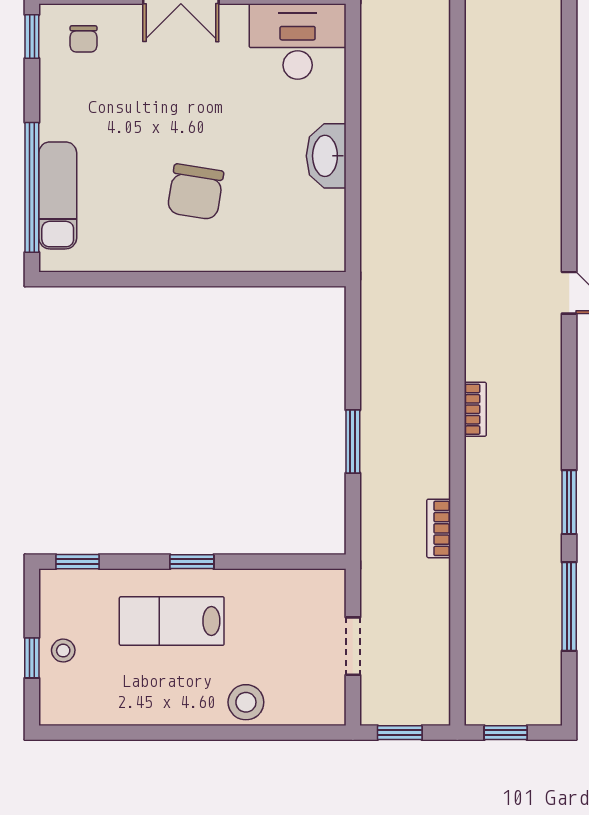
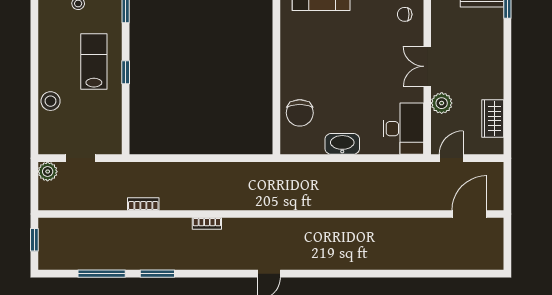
chair: (195, 192) -> (300, 113), moved, turned -99
window: (353, 442) -> (190, 158), removed
plant: (378, 708) -> (48, 172), added
window: (400, 733) -> (34, 183), removed

